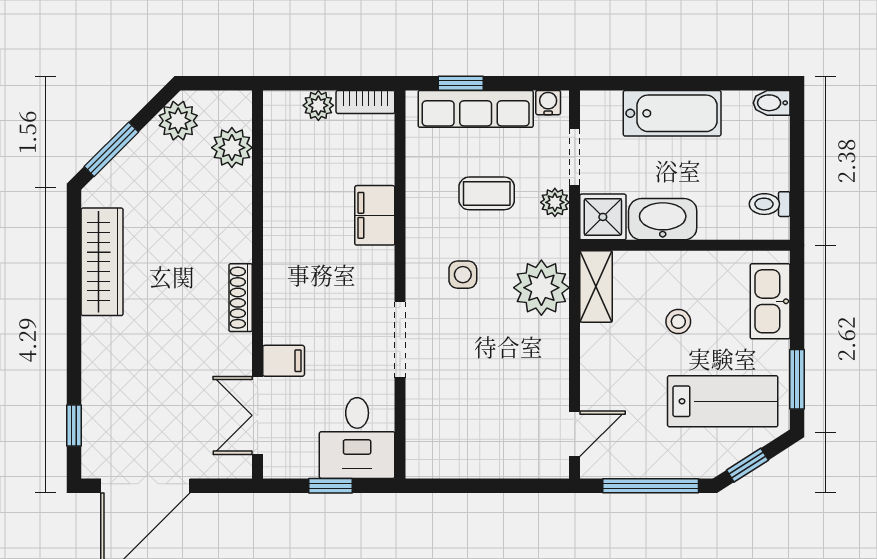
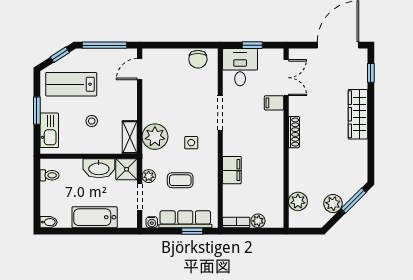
plant: (178, 121) -> (333, 204), moved
wardrobe: (102, 262) -> (358, 114), moved
window: (797, 379) -> (37, 111), moved
chair: (448, 455) -> (198, 59), added

